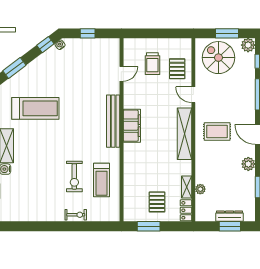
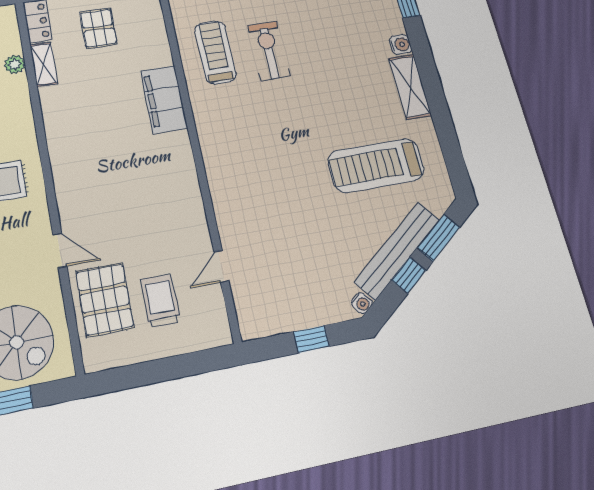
window: (45, 45) -> (409, 275), moved
pallet: (177, 69) -> (105, 300), width x1.50, depth x1.42
bench: (113, 121) -> (397, 251), moved, turned 53
filing cabinet: (132, 126) -> (164, 99), moved
shelving: (185, 134) -> (65, 167), removed

